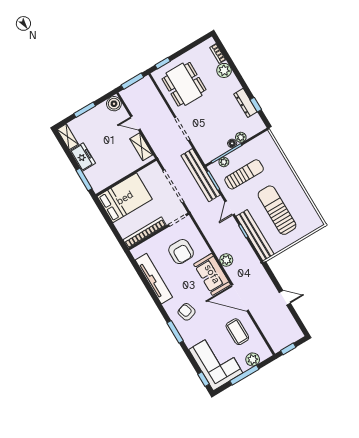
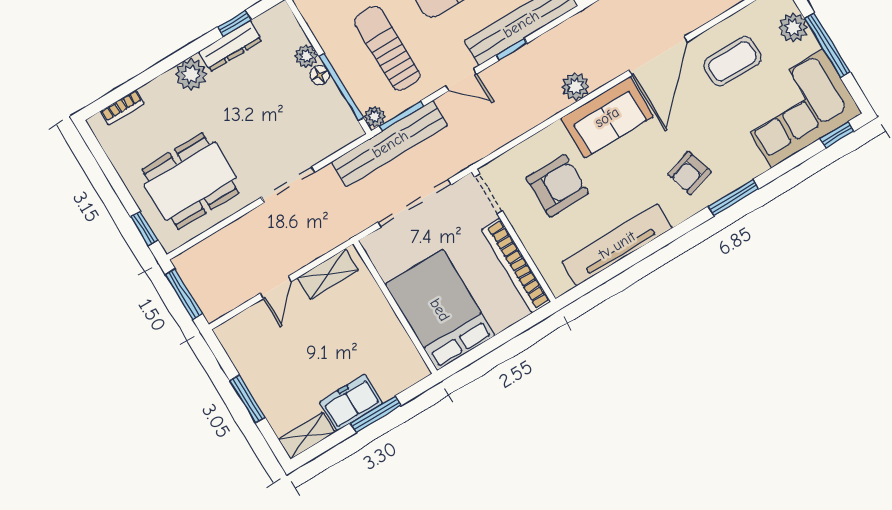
plant: (224, 70) -> (191, 74), moved
boiler: (114, 104) -> (234, 335), removed
plant: (224, 162) -> (375, 117), moved
window: (84, 179) -> (376, 414), moved

